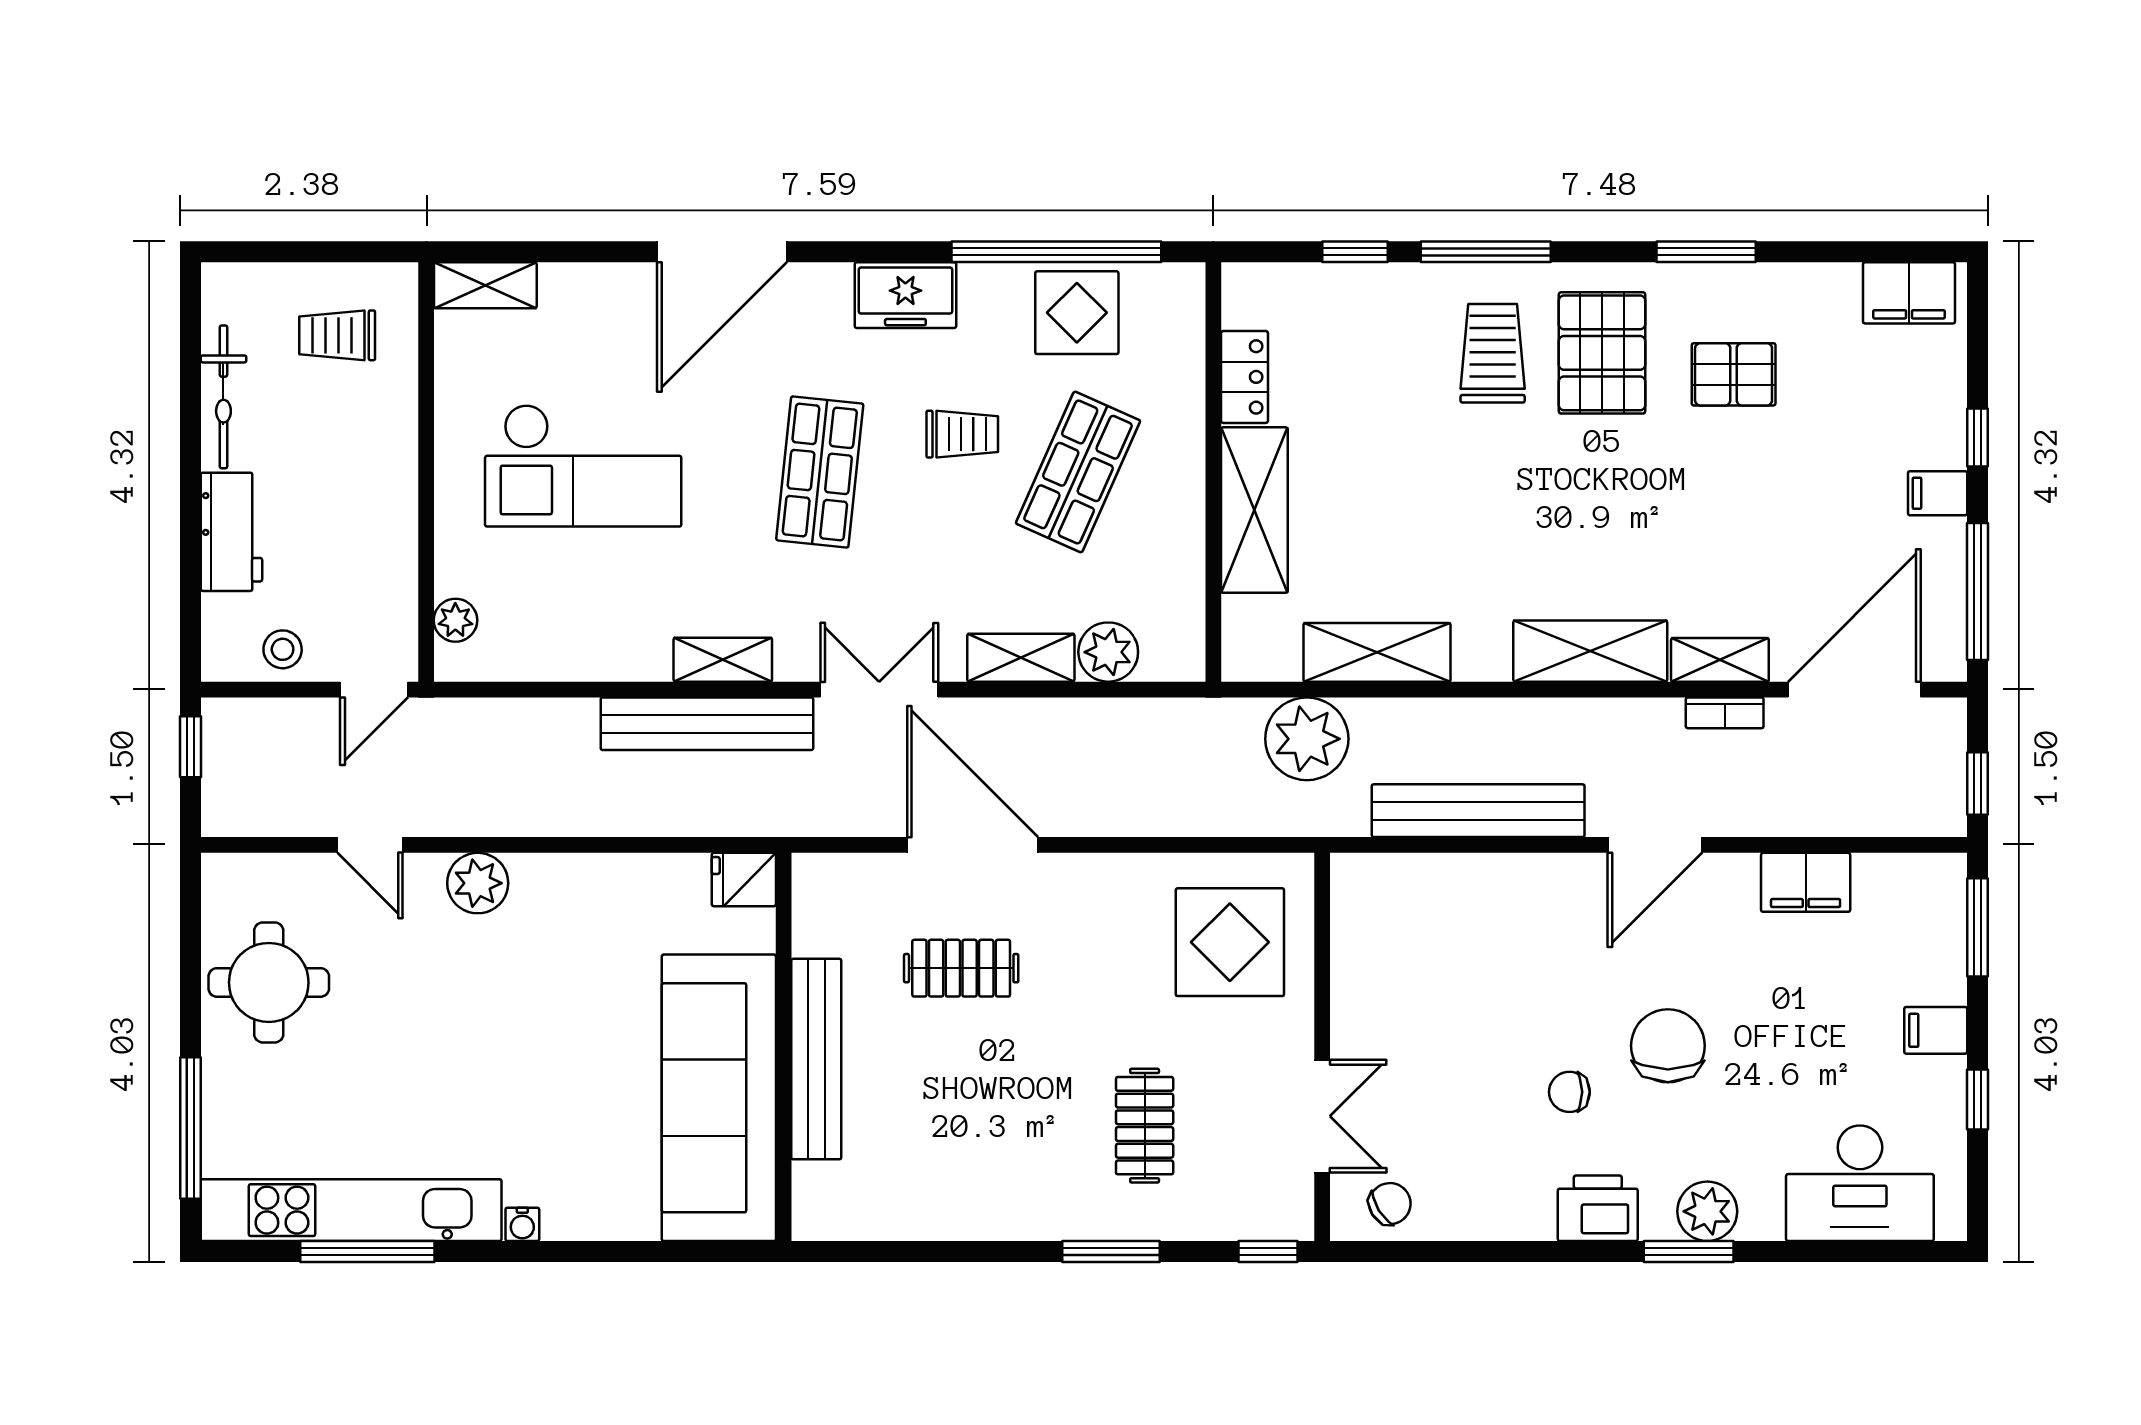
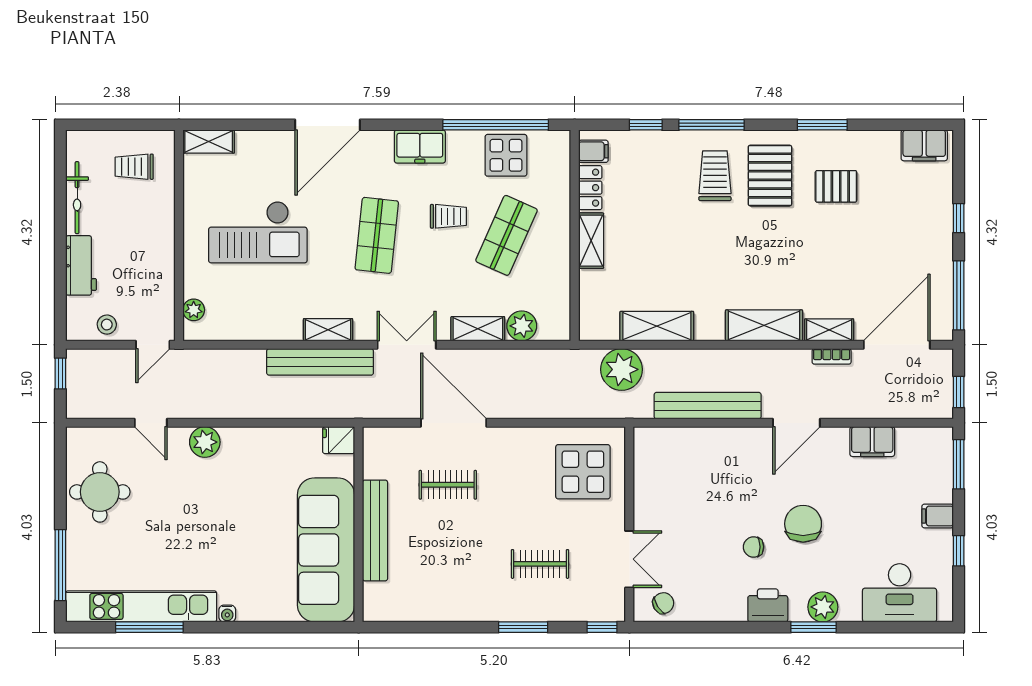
filing cabinet: (1938, 493) -> (593, 151), moved, turned 180
shelving: (1254, 510) -> (591, 241), width x0.67, depth x0.75
clothes rail: (1145, 1126) -> (540, 564), turned 90

